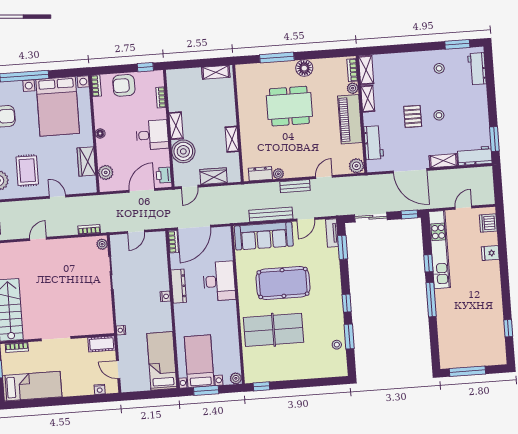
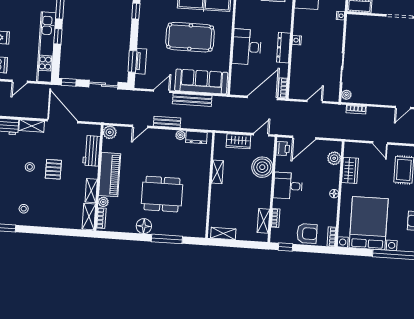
shelving: (176, 126) -> (263, 221), moved
tv unit: (332, 233) -> (141, 61), moved

